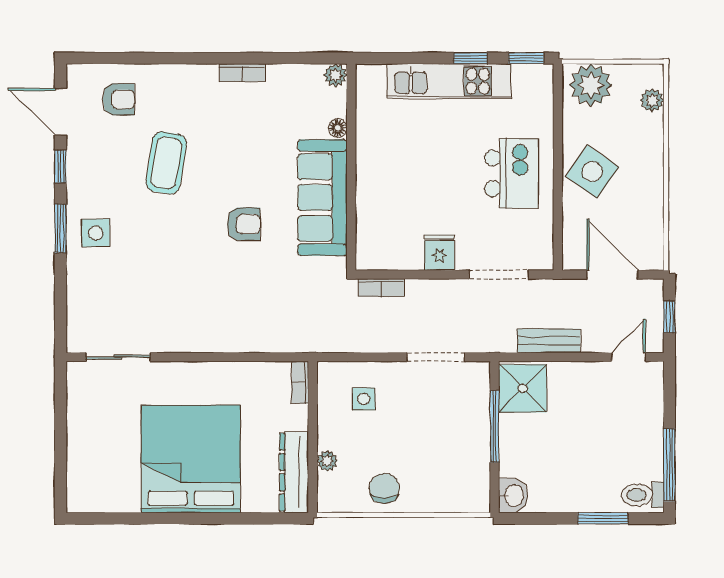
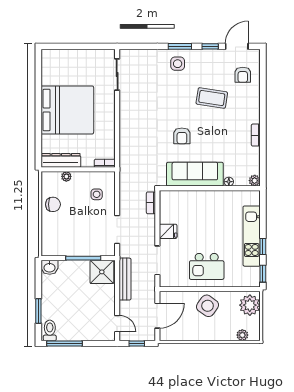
bench: (549, 341) -> (125, 279), width x1.36

